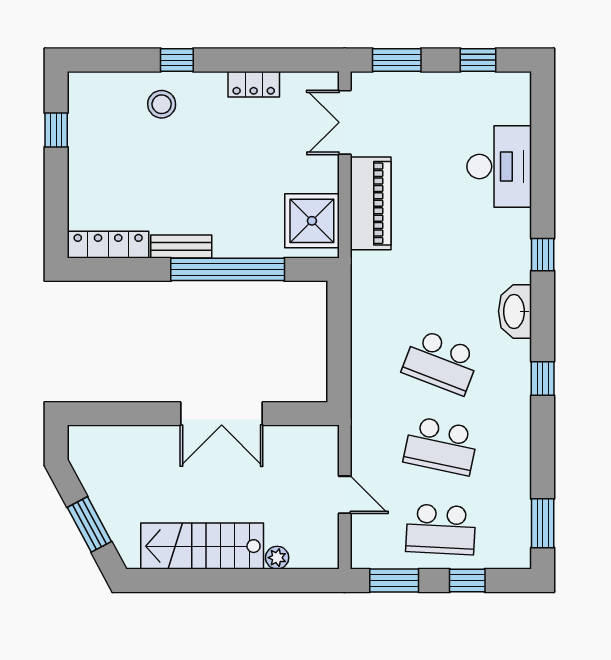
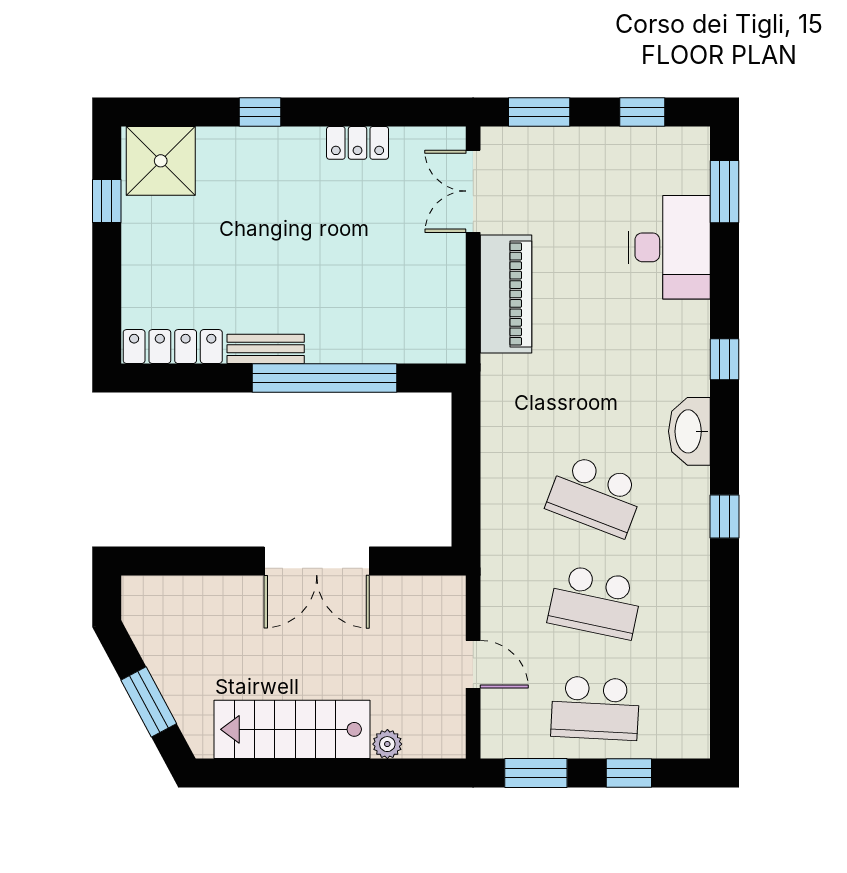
stool: (162, 104) -> (241, 168), removed
shower: (312, 221) -> (161, 161), moved
window: (543, 523) -> (725, 192), moved

